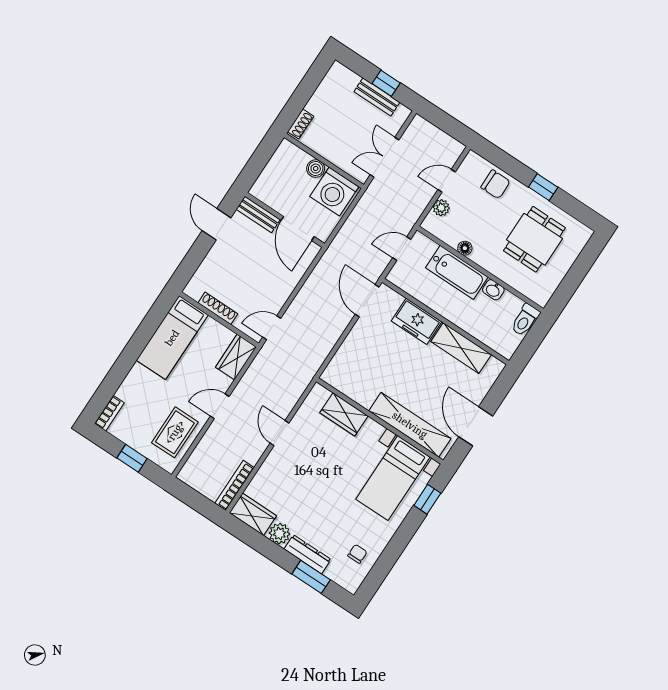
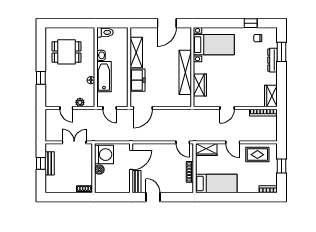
double door: (384, 157) -> (74, 142), swing flipped
chair: (496, 184) -> (54, 85), removed
window: (543, 187) -> (41, 78), moved
door: (216, 224) -> (153, 197), swing flipped
shelving: (410, 425) -> (185, 72), moved
window: (427, 499) -> (251, 23), moved
plant: (279, 534) -> (272, 79), removed

